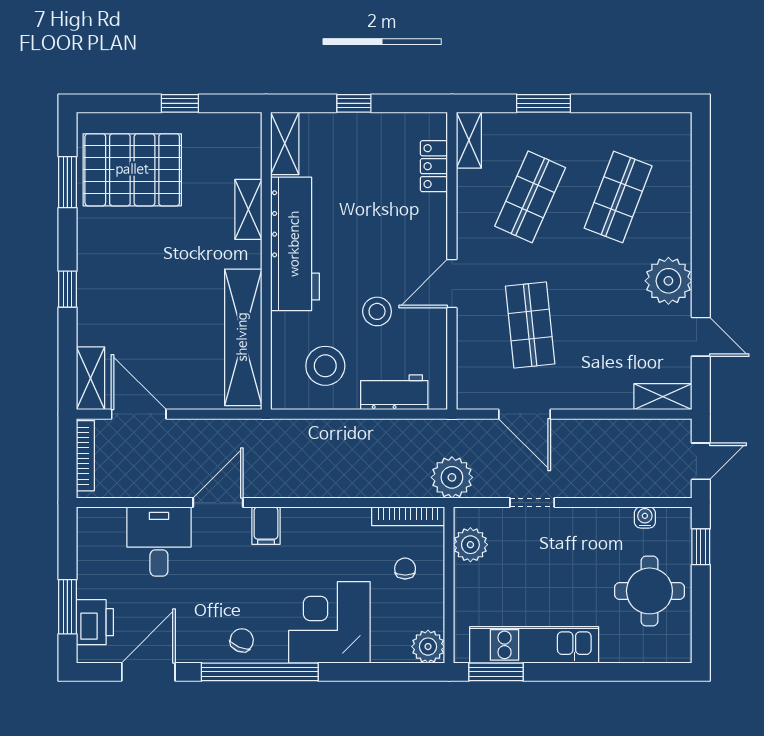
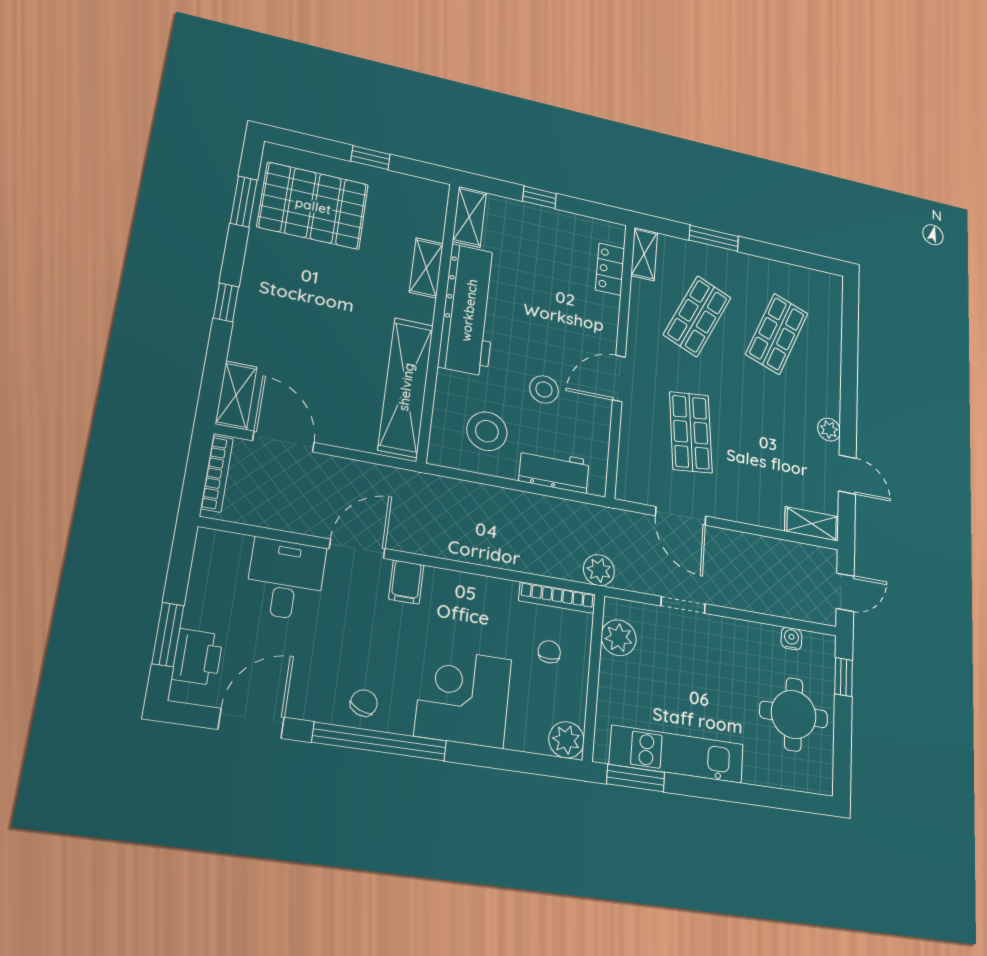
plant: (668, 281) -> (829, 430), width x0.53, depth x0.53
plant: (452, 477) -> (599, 570), width x0.73, depth x0.73

